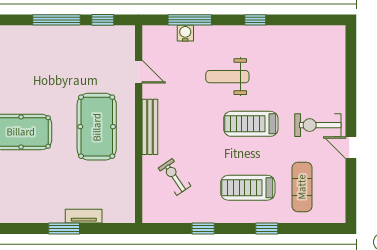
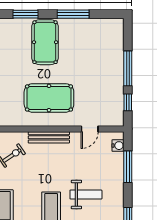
water cooler: (185, 33) -> (118, 146), moved
weight bench: (227, 77) -> (86, 195), turned 90

